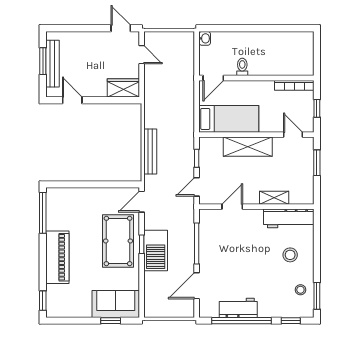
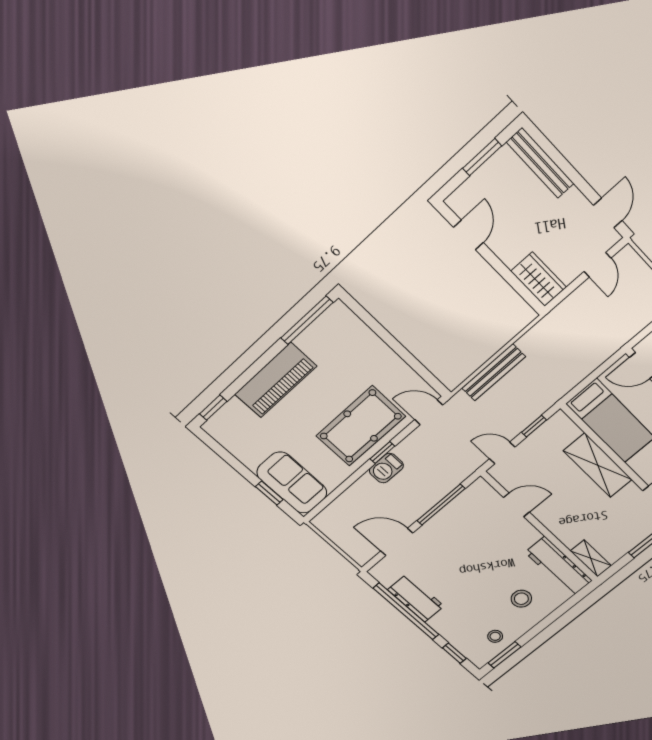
bench: (52, 64) -> (540, 163), moved, turned 90
shelving: (274, 198) -> (591, 558), moved
barbecue: (156, 251) -> (386, 468), width x0.53, depth x0.65

